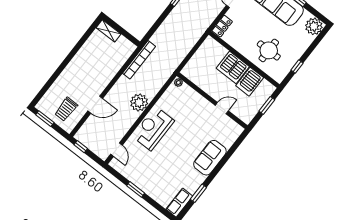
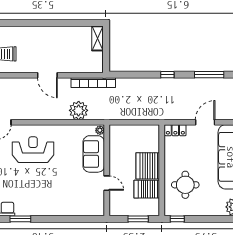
window: (297, 67) -> (177, 219), moved
plant: (139, 103) -> (79, 110), moved
door: (95, 105) -> (47, 75), moved
reception desk: (153, 129) -> (33, 150), moved
sofa: (210, 158) -> (94, 154), moved, turned -90

